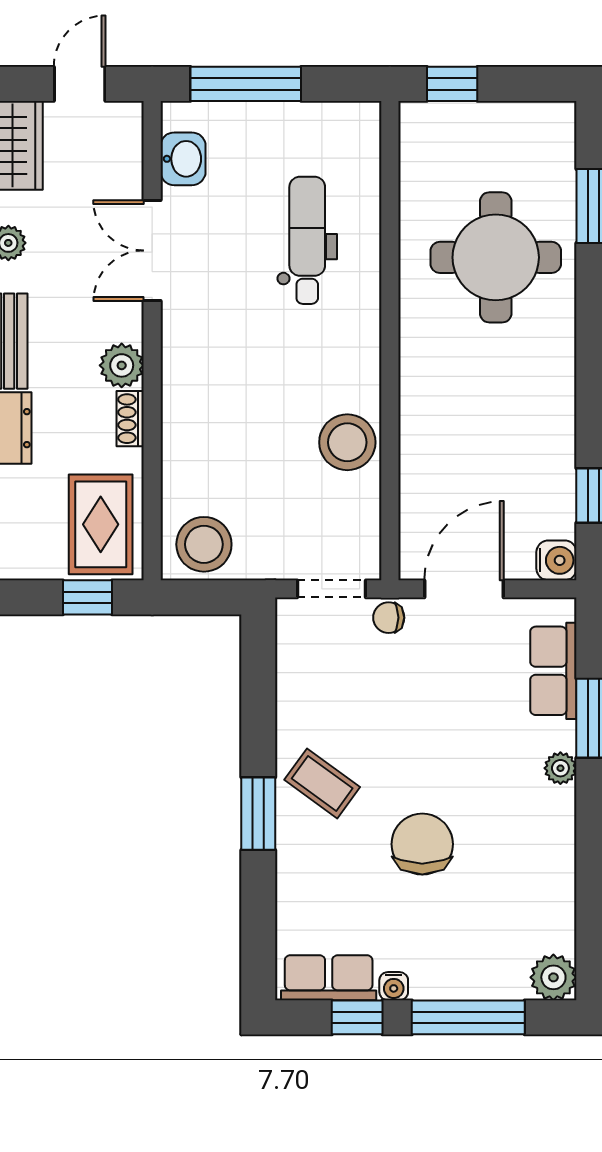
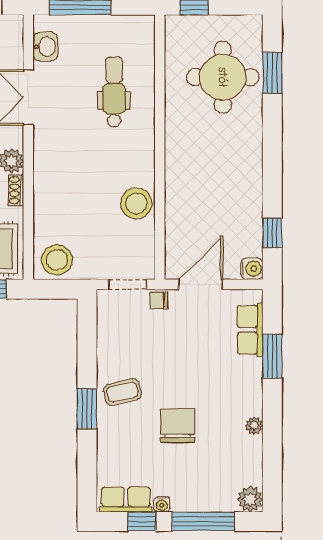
round table: (496, 257) -> (223, 77), moved
plant: (560, 768) -> (254, 426), moved
coffee table: (322, 783) -> (122, 392), turned -49

